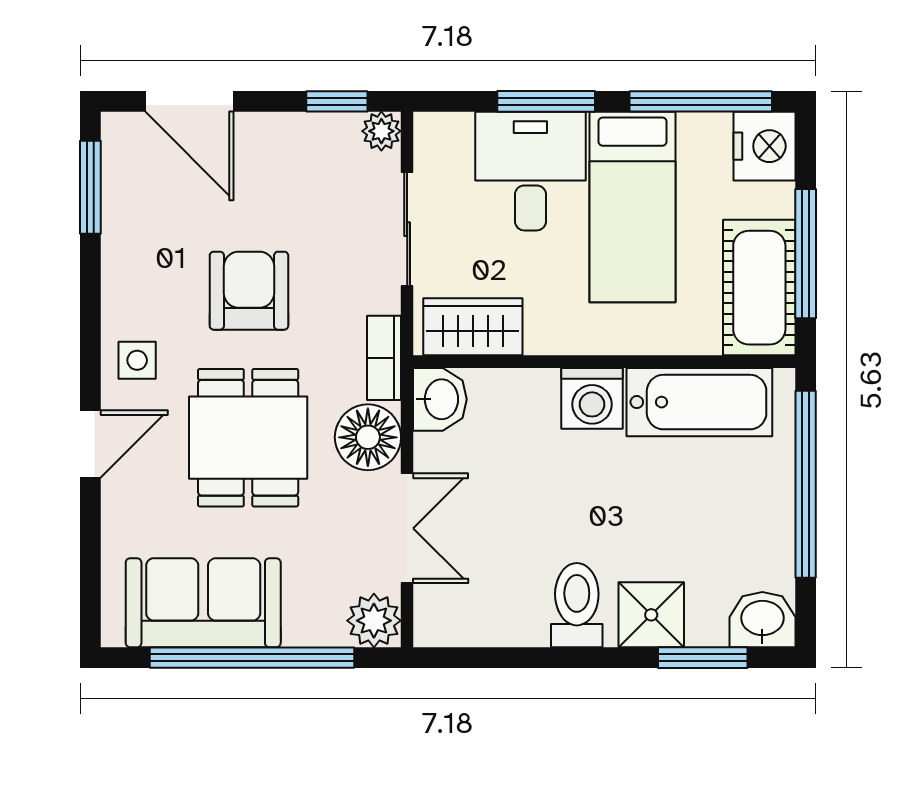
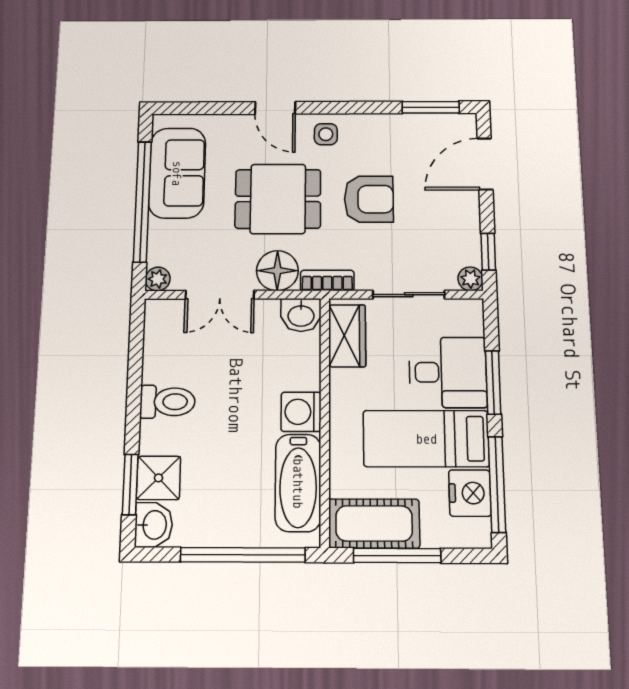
nightstand: (764, 146) -> (470, 493), moved, turned -90
shower: (651, 615) -> (159, 478), moved
plant: (374, 621) -> (158, 279), width x0.73, depth x0.73

